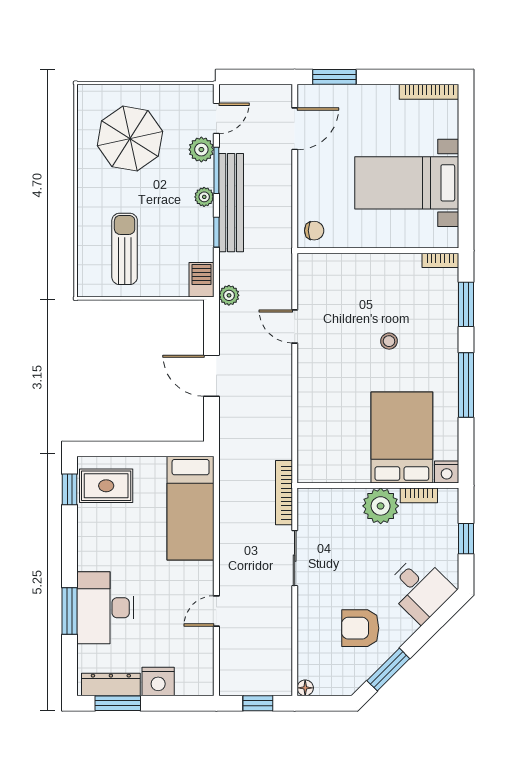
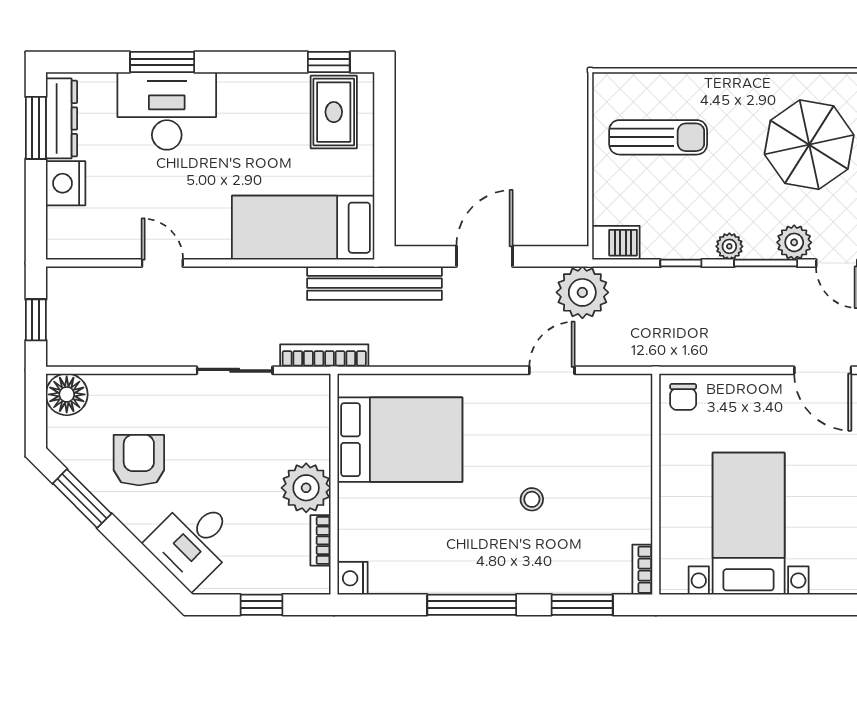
bench: (231, 203) -> (374, 283), moved
plant: (229, 295) -> (582, 292), width x1.88, depth x1.88
bed: (402, 437) -> (400, 440), moved
floor lamp: (305, 688) -> (67, 394), width x1.89, depth x1.89

